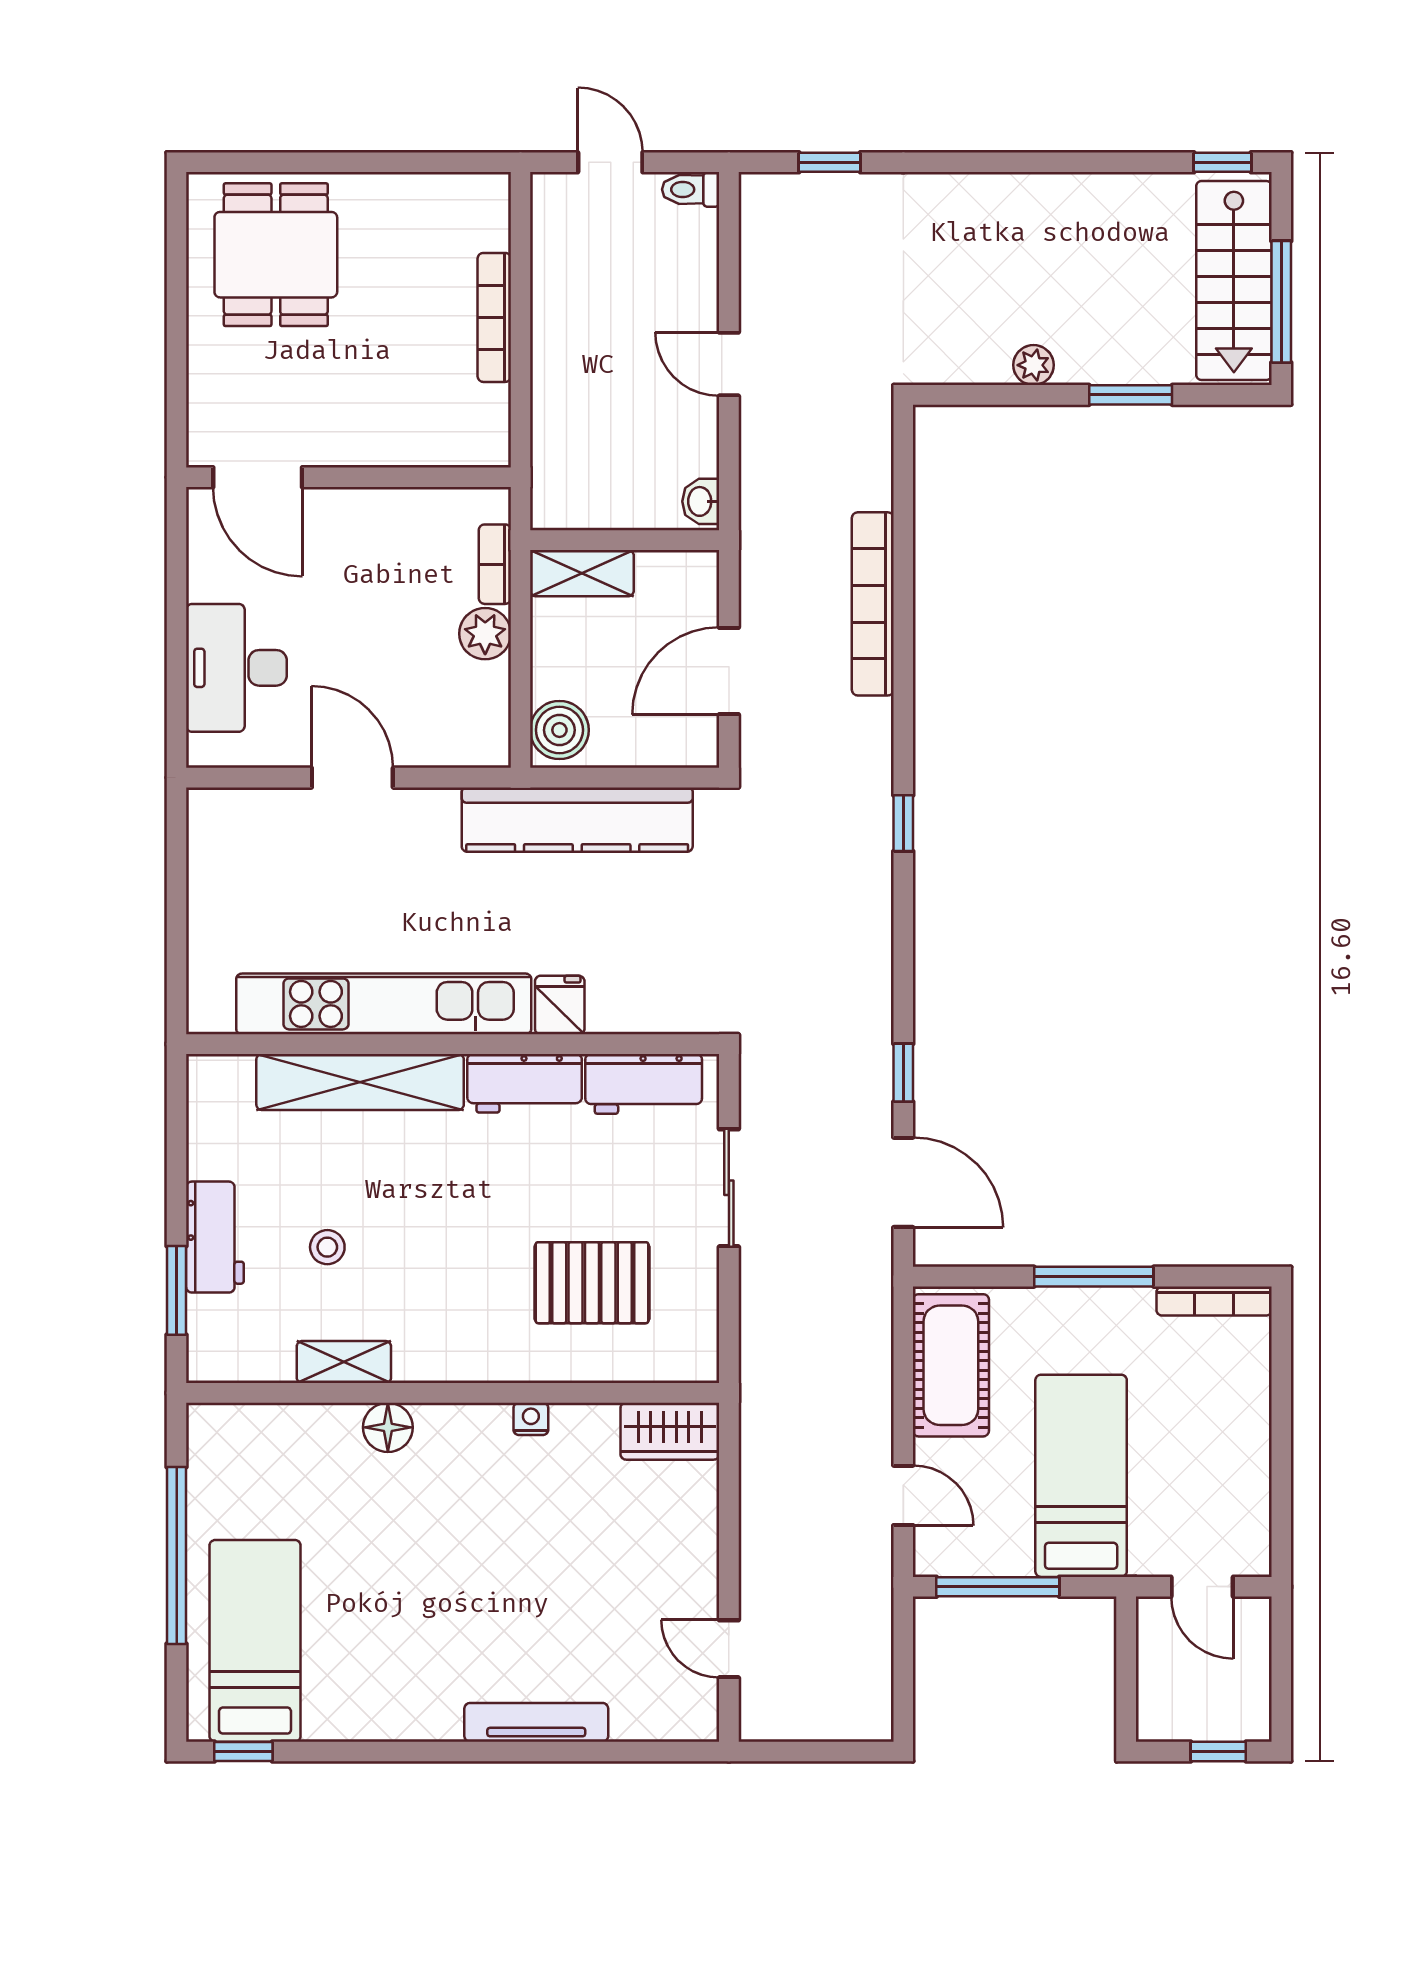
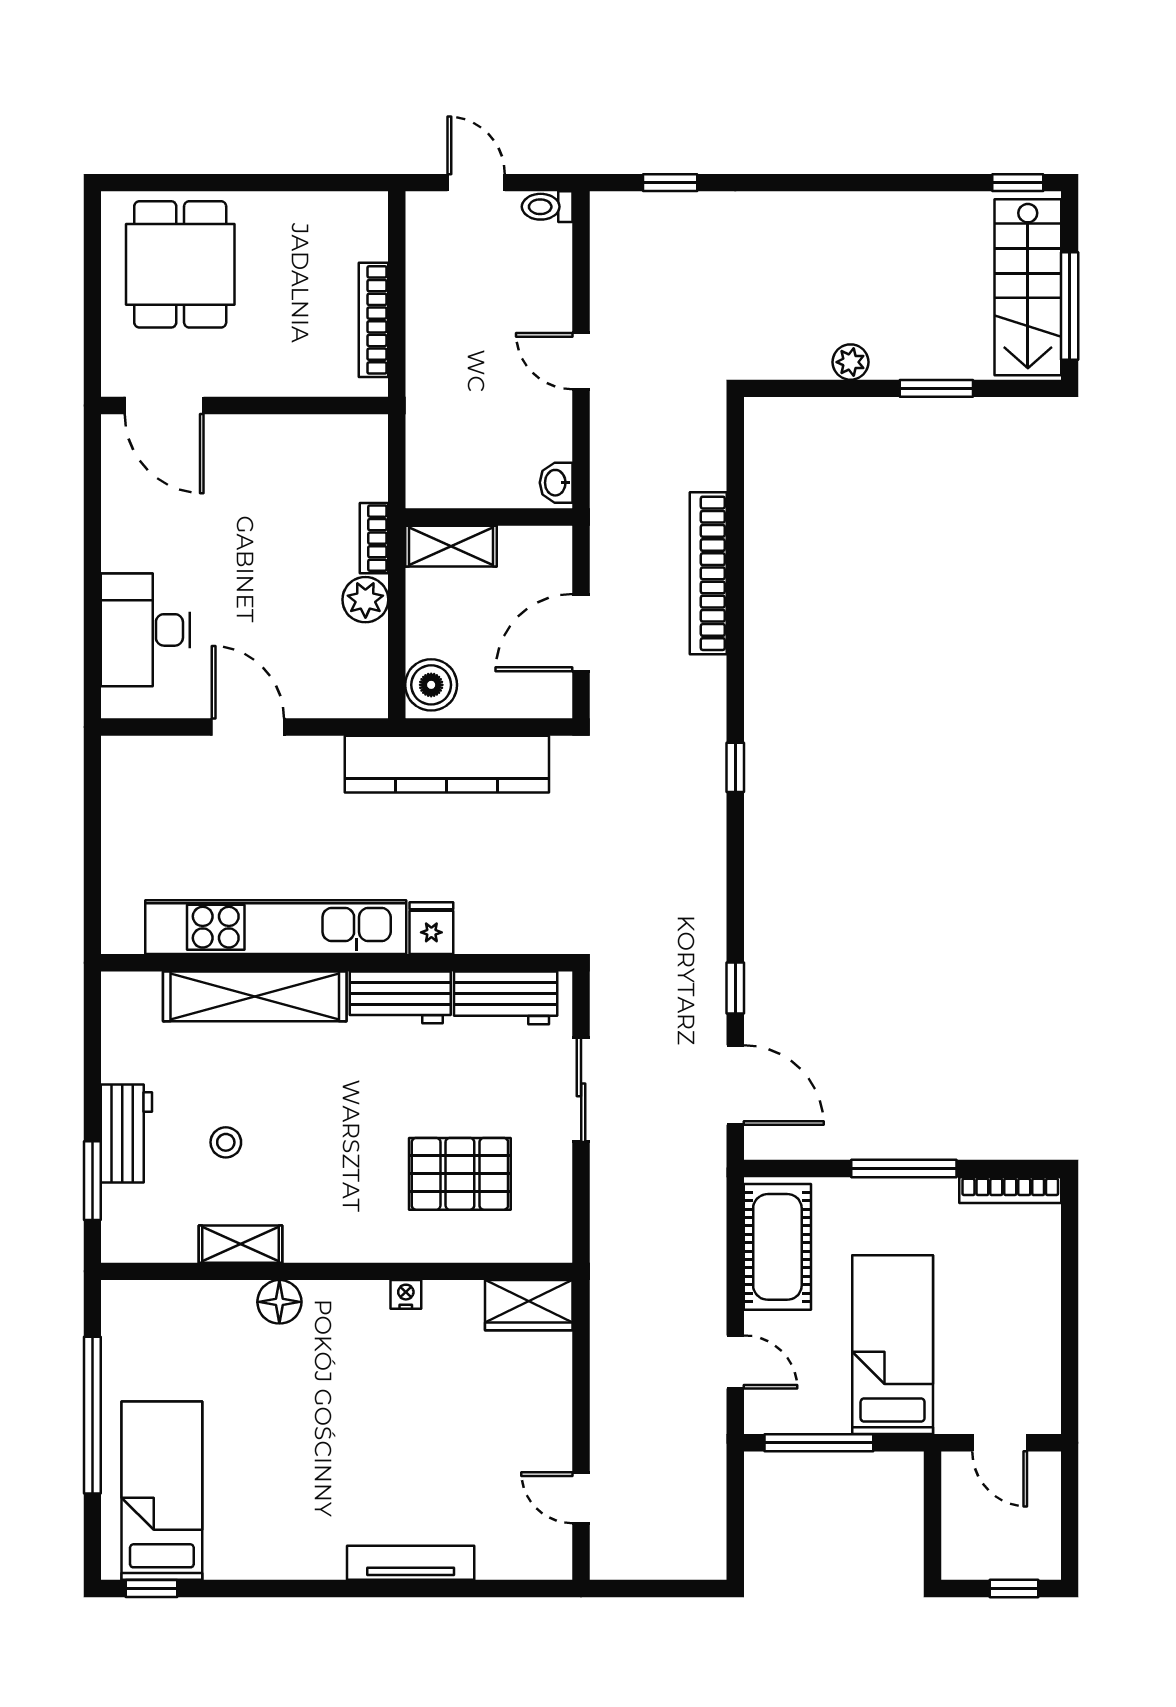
door: (258, 477) -> (164, 406), moved
wall: (349, 477) -> (245, 406), moved

